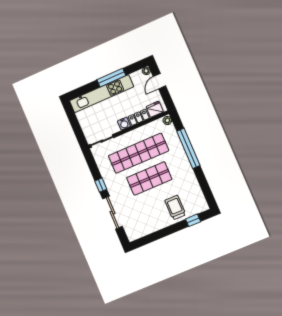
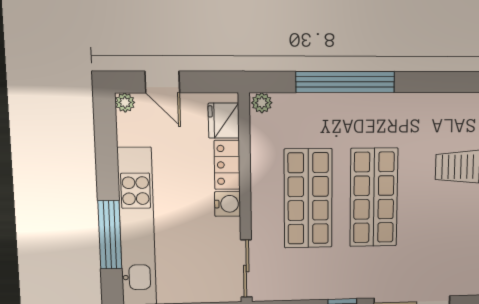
window: (111, 78) -> (110, 235), moved
shop shelf: (138, 153) -> (308, 198), width x0.71

